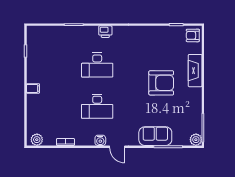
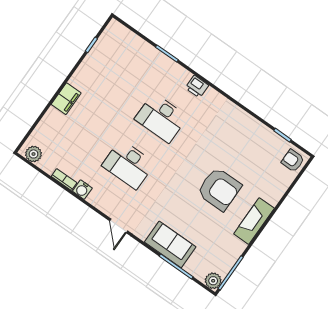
fireplace: (195, 71) -> (254, 221), moved
filing cabinet: (33, 88) -> (66, 99), width x2.00
water cooler: (100, 140) -> (82, 190), moved

